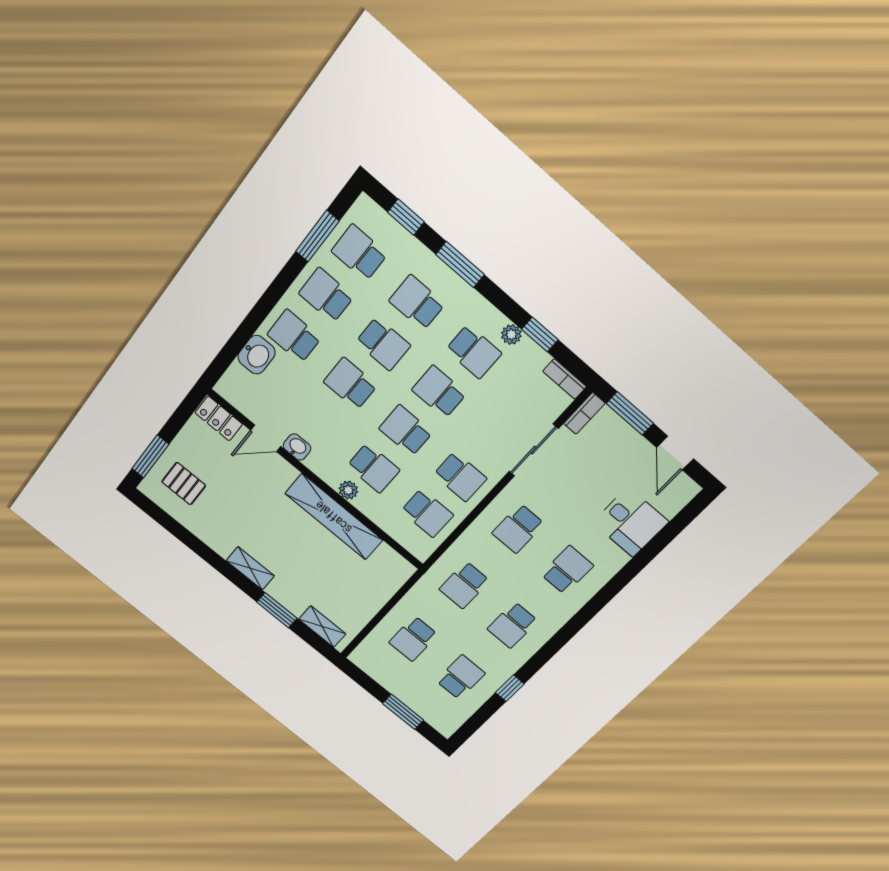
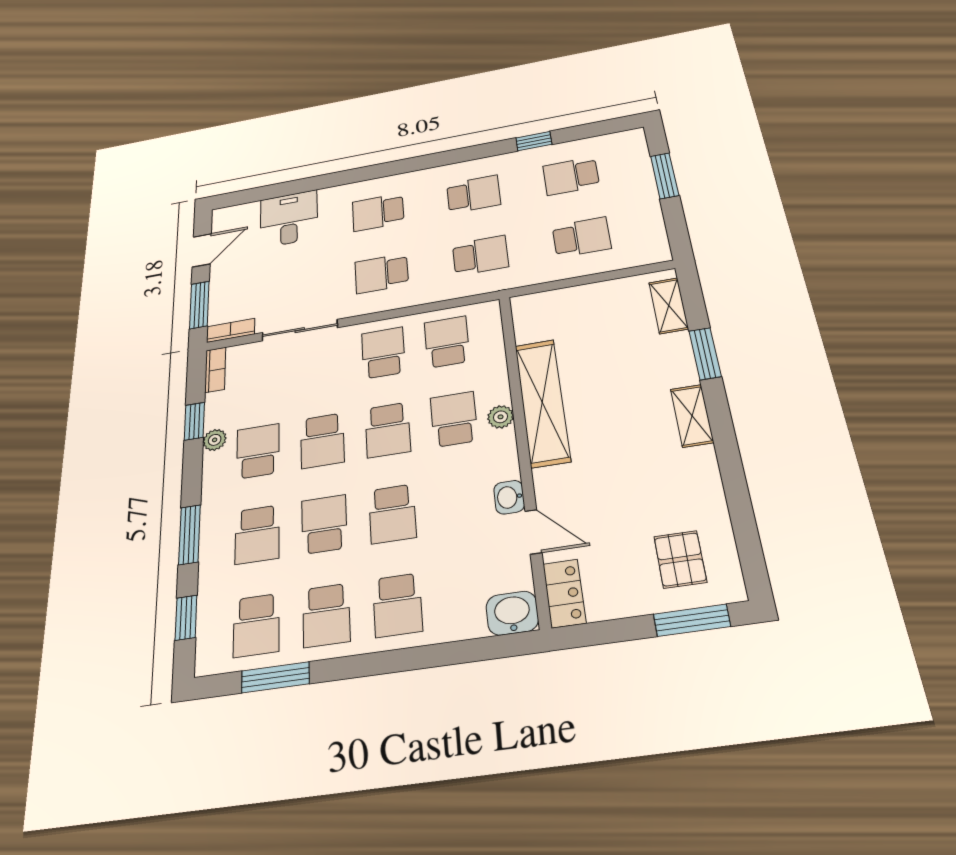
washbasin: (257, 355) -> (512, 613), moved
school desk: (518, 529) -> (382, 273), turned 180

